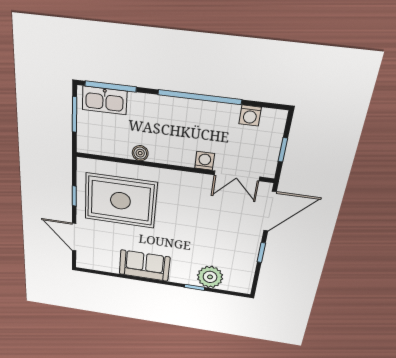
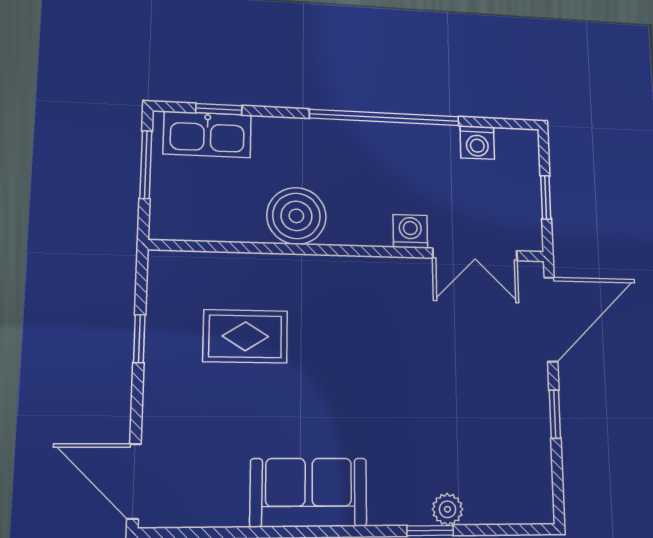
window: (111, 86) -> (219, 109), width x0.46
boiler: (140, 153) -> (296, 216), width x1.86, depth x1.86
rug: (120, 201) -> (245, 336), width x0.54, depth x0.49
door: (74, 237) -> (134, 481), moved
plant: (210, 277) -> (447, 509), width x0.53, depth x0.53

